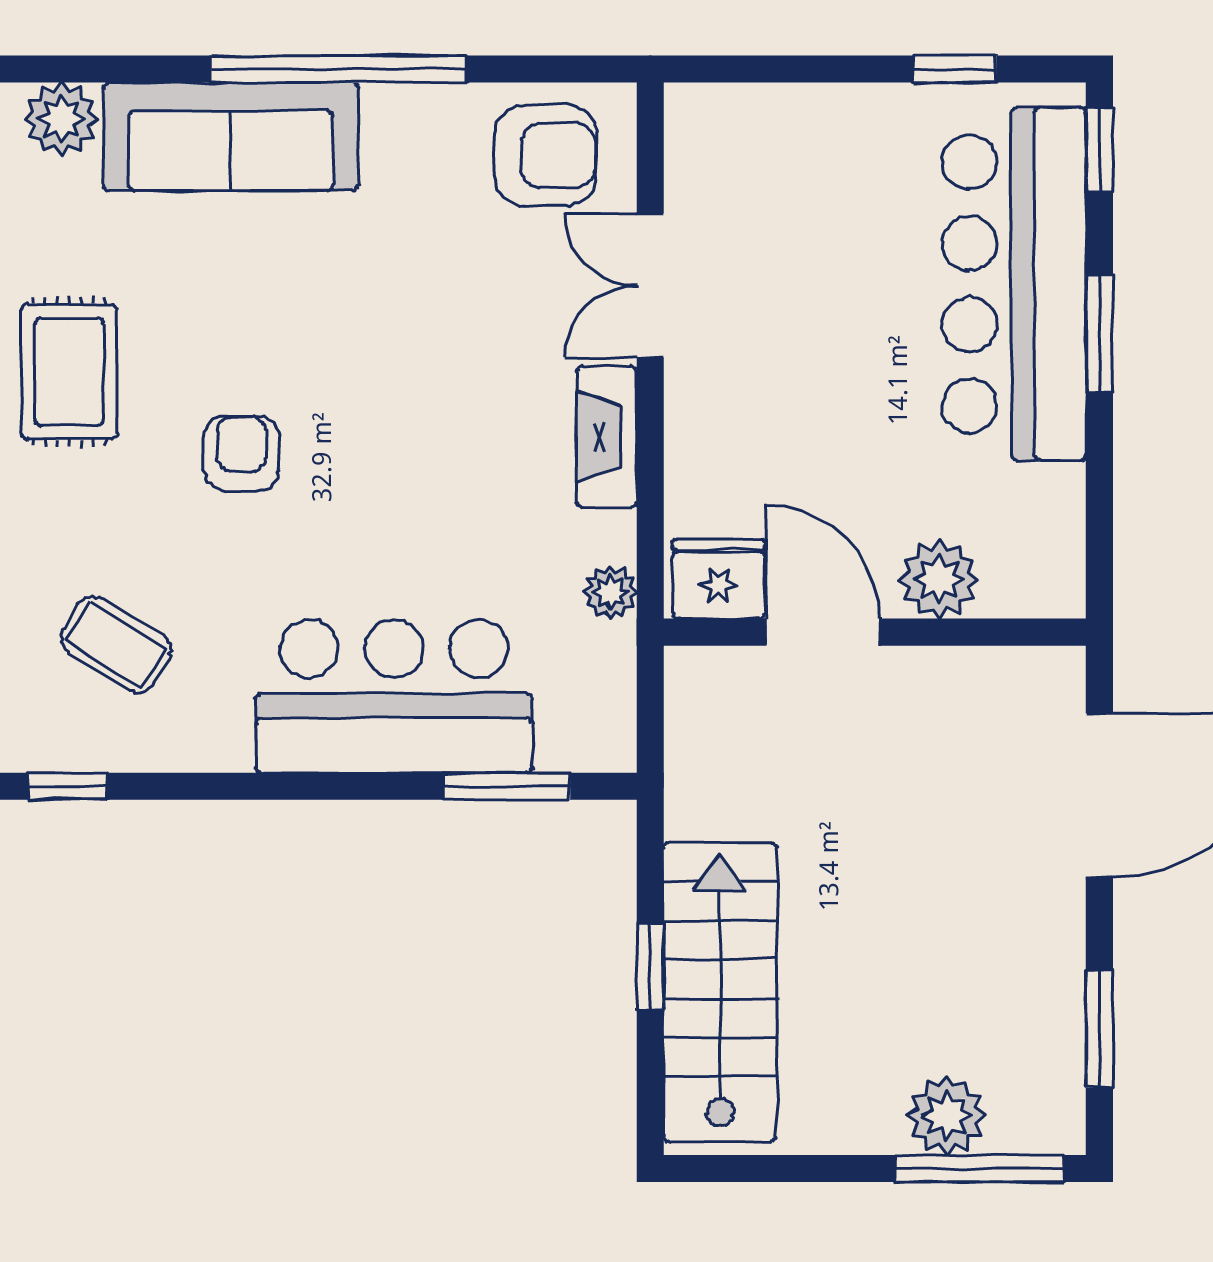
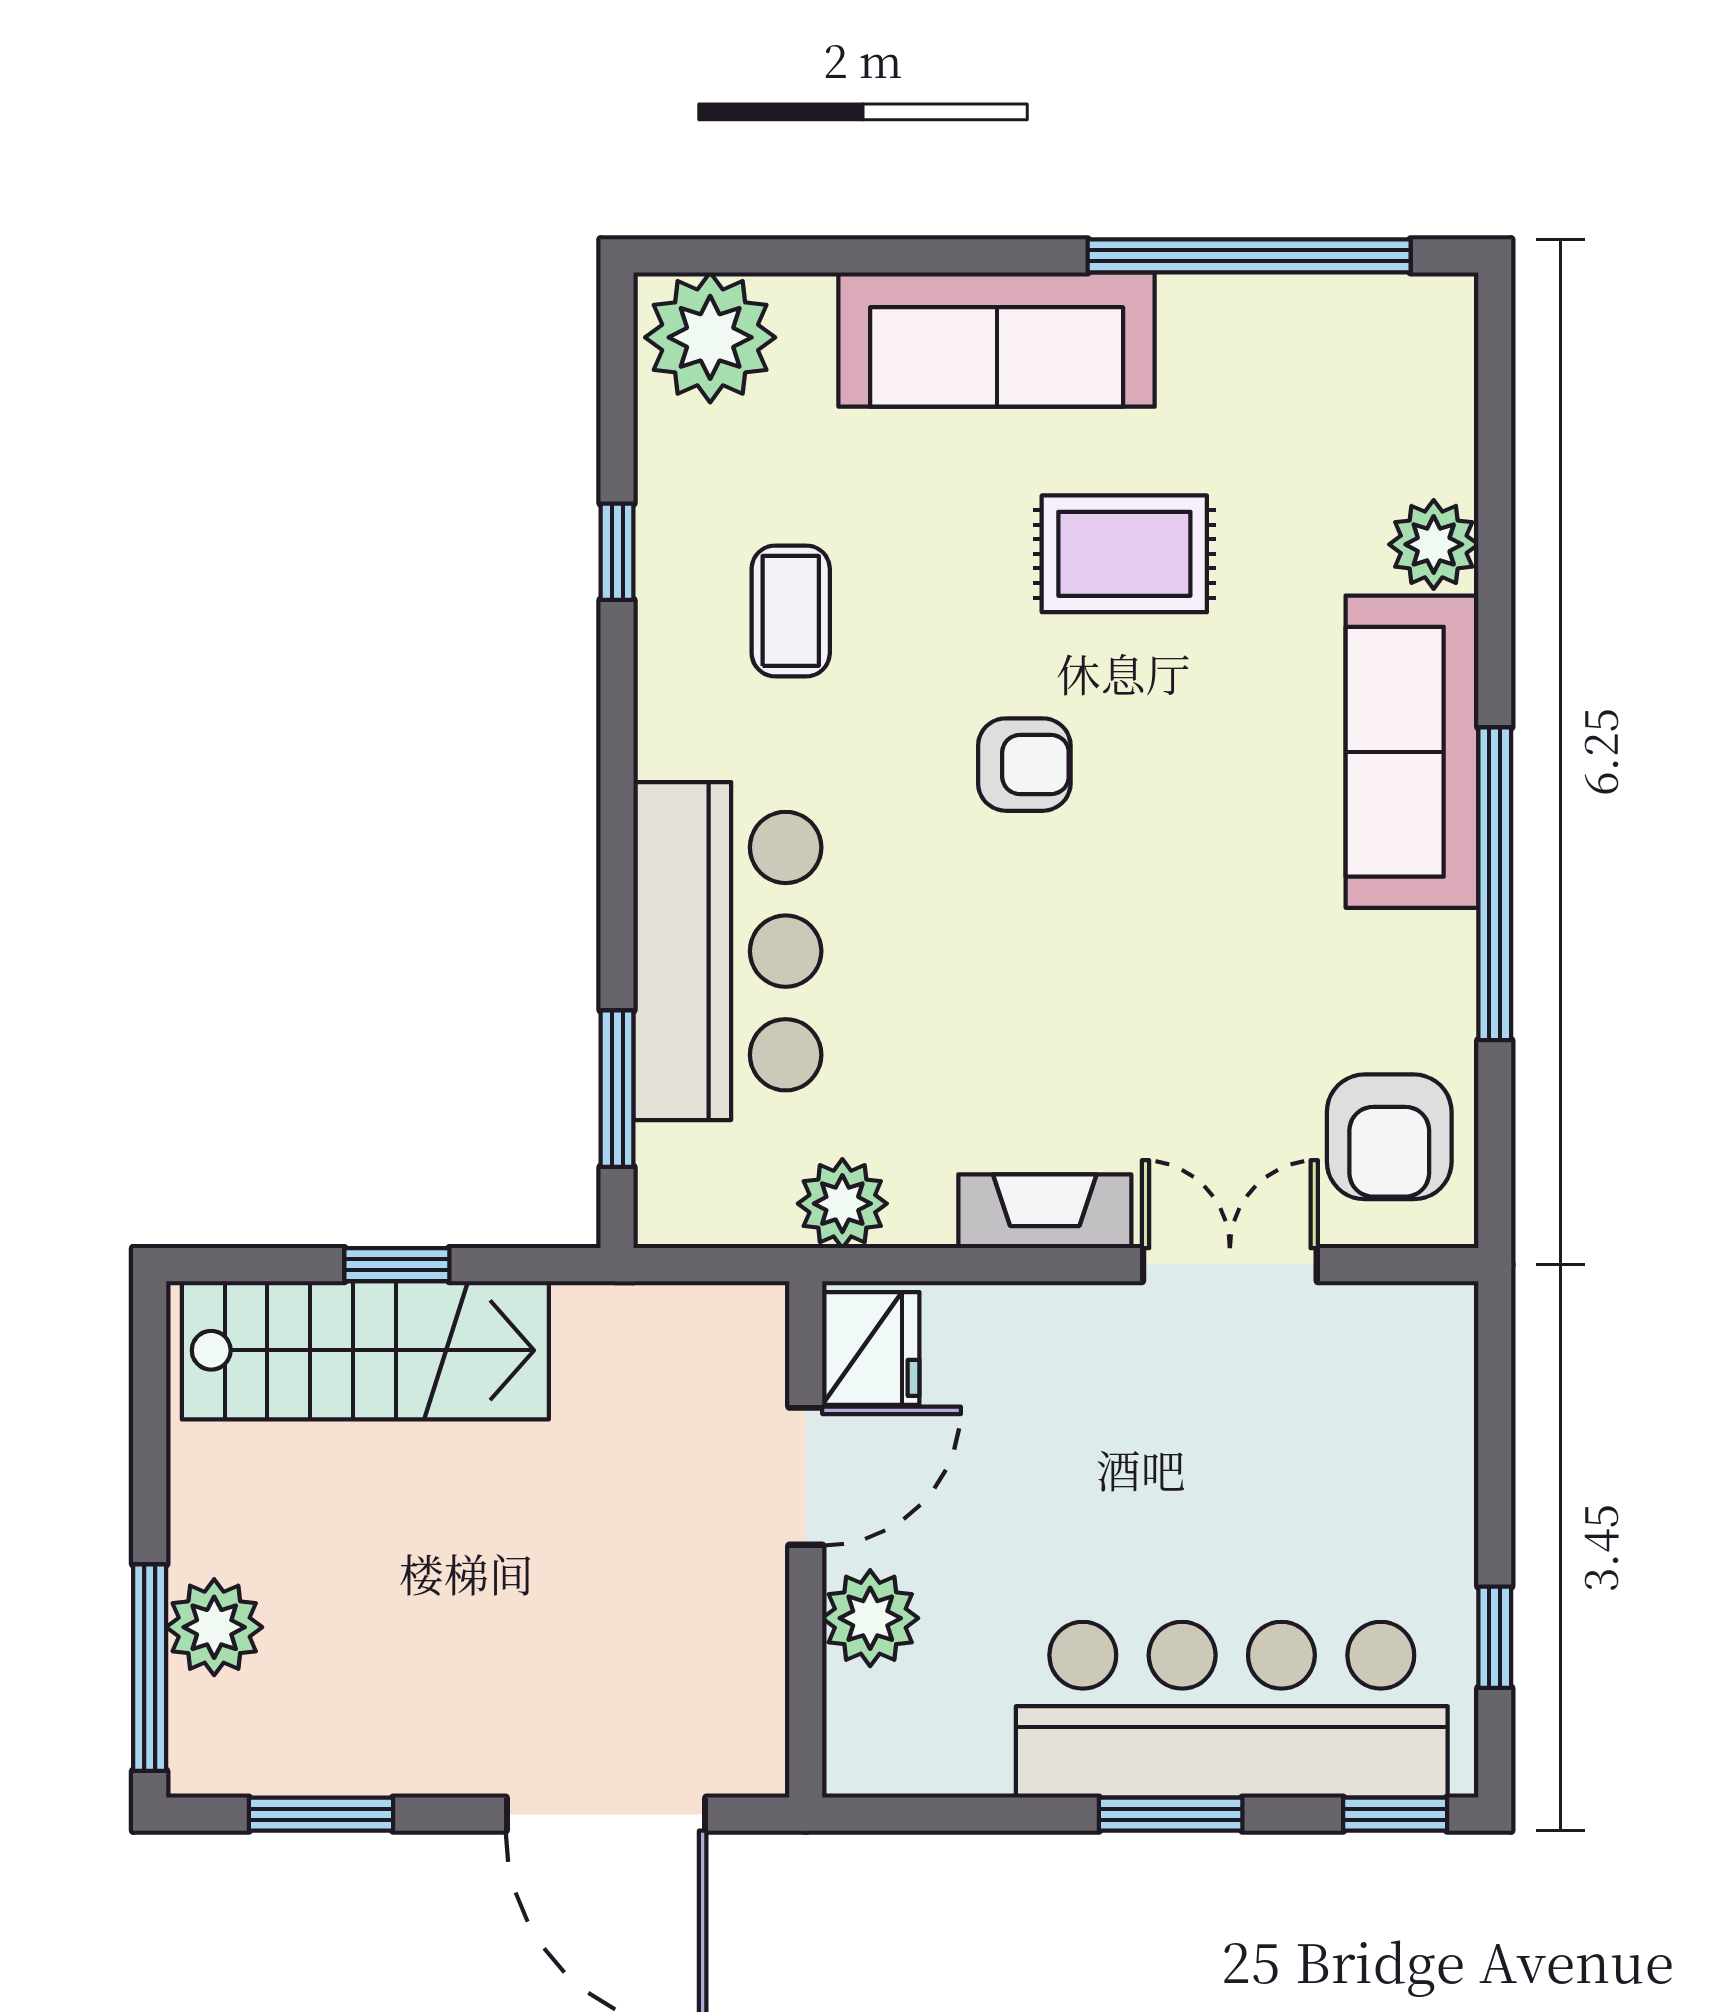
plant: (610, 592) -> (842, 1204), width x1.38, depth x1.38
coffee table: (116, 644) -> (791, 611), turned -32

